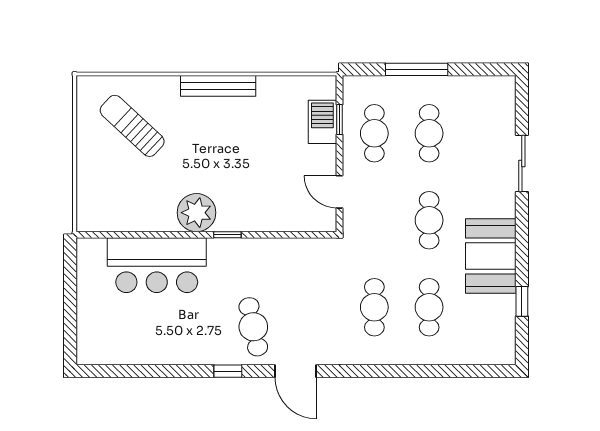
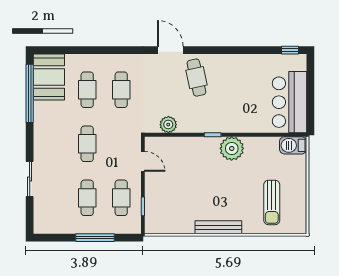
barbecue: (322, 122) -> (293, 145), moved, turned 90
sun lounger: (132, 126) -> (272, 202), turned 47
plant: (299, 251) -> (168, 125), added
booth: (491, 256) -> (49, 77), moved
bar counter: (157, 265) -> (290, 102), moved, turned -90
window: (522, 301) -> (30, 93), width x3.17
window: (228, 371) -> (290, 50), moved

